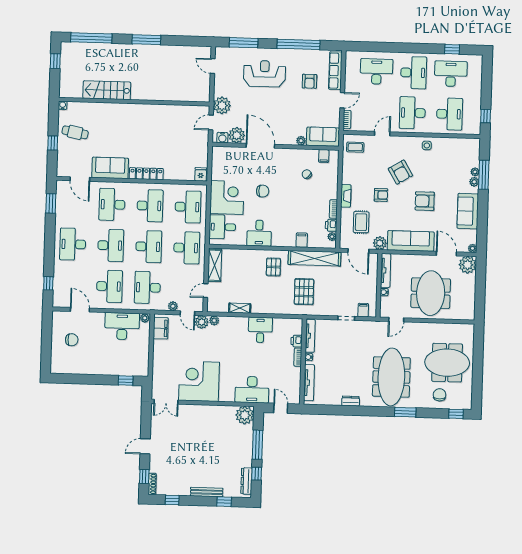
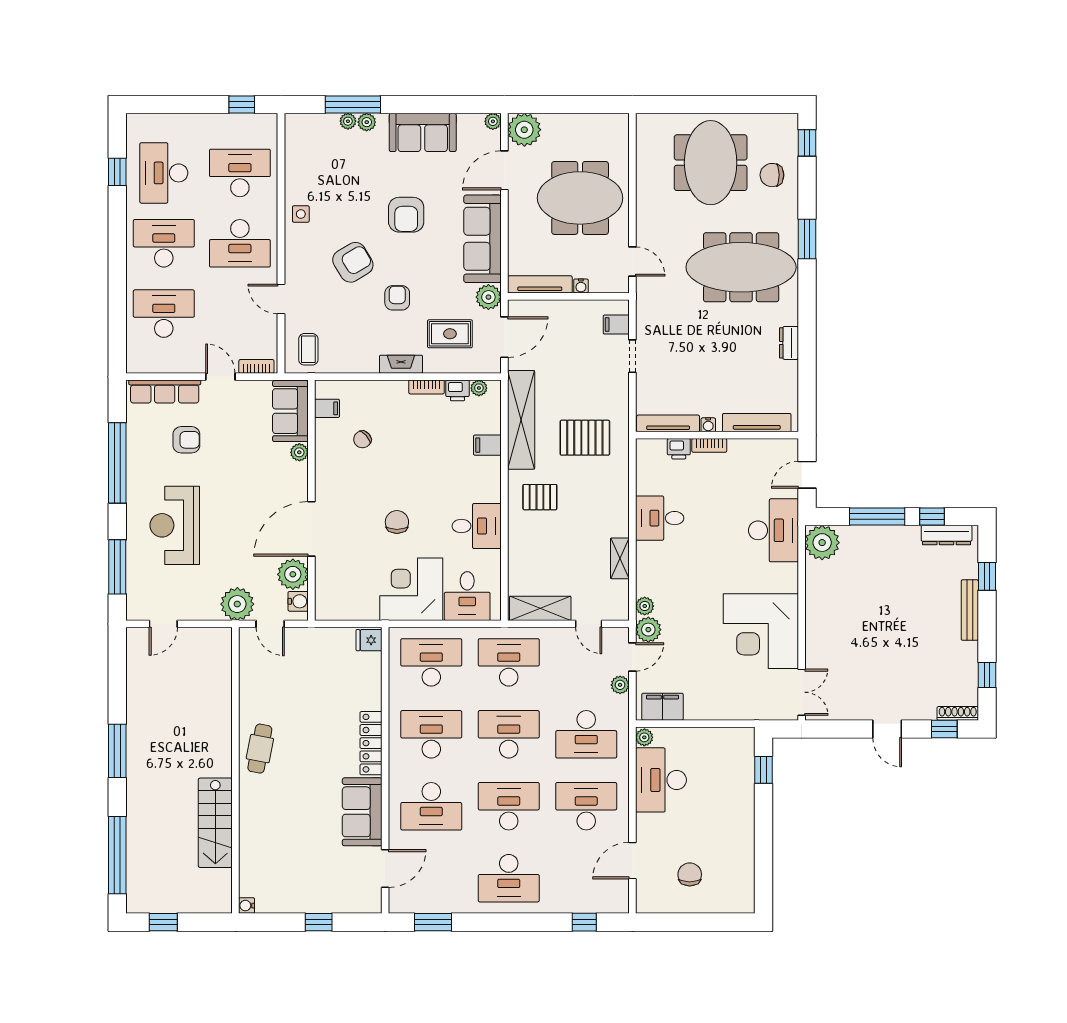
desk: (376, 71) -> (164, 314), turned 90
cafe table: (75, 132) -> (260, 749), moved

